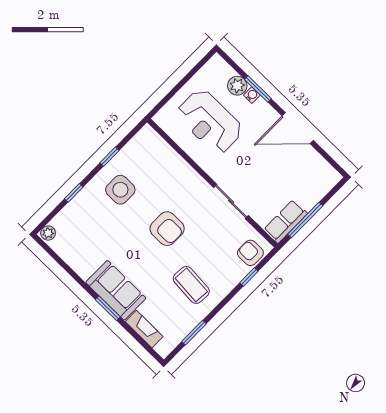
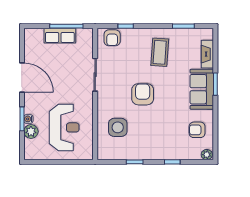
side table: (120, 190) -> (118, 127), moved
row of seats: (286, 221) -> (60, 36), moved
armchair: (81, 247) -> (197, 130), added

